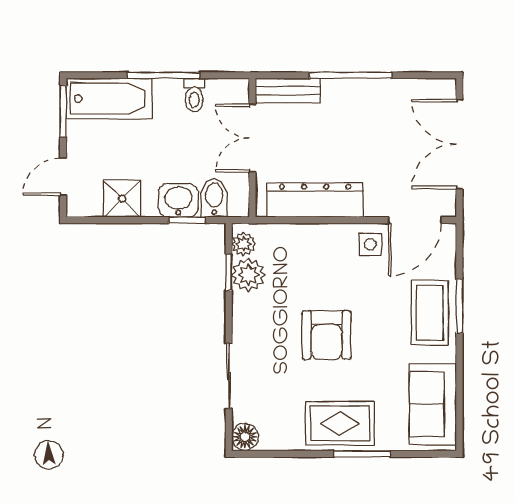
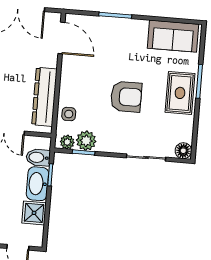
washbasin: (178, 200) -> (37, 184), width x1.38
side table: (370, 244) -> (69, 114), moved
coffee table: (430, 313) -> (118, 34), removed

